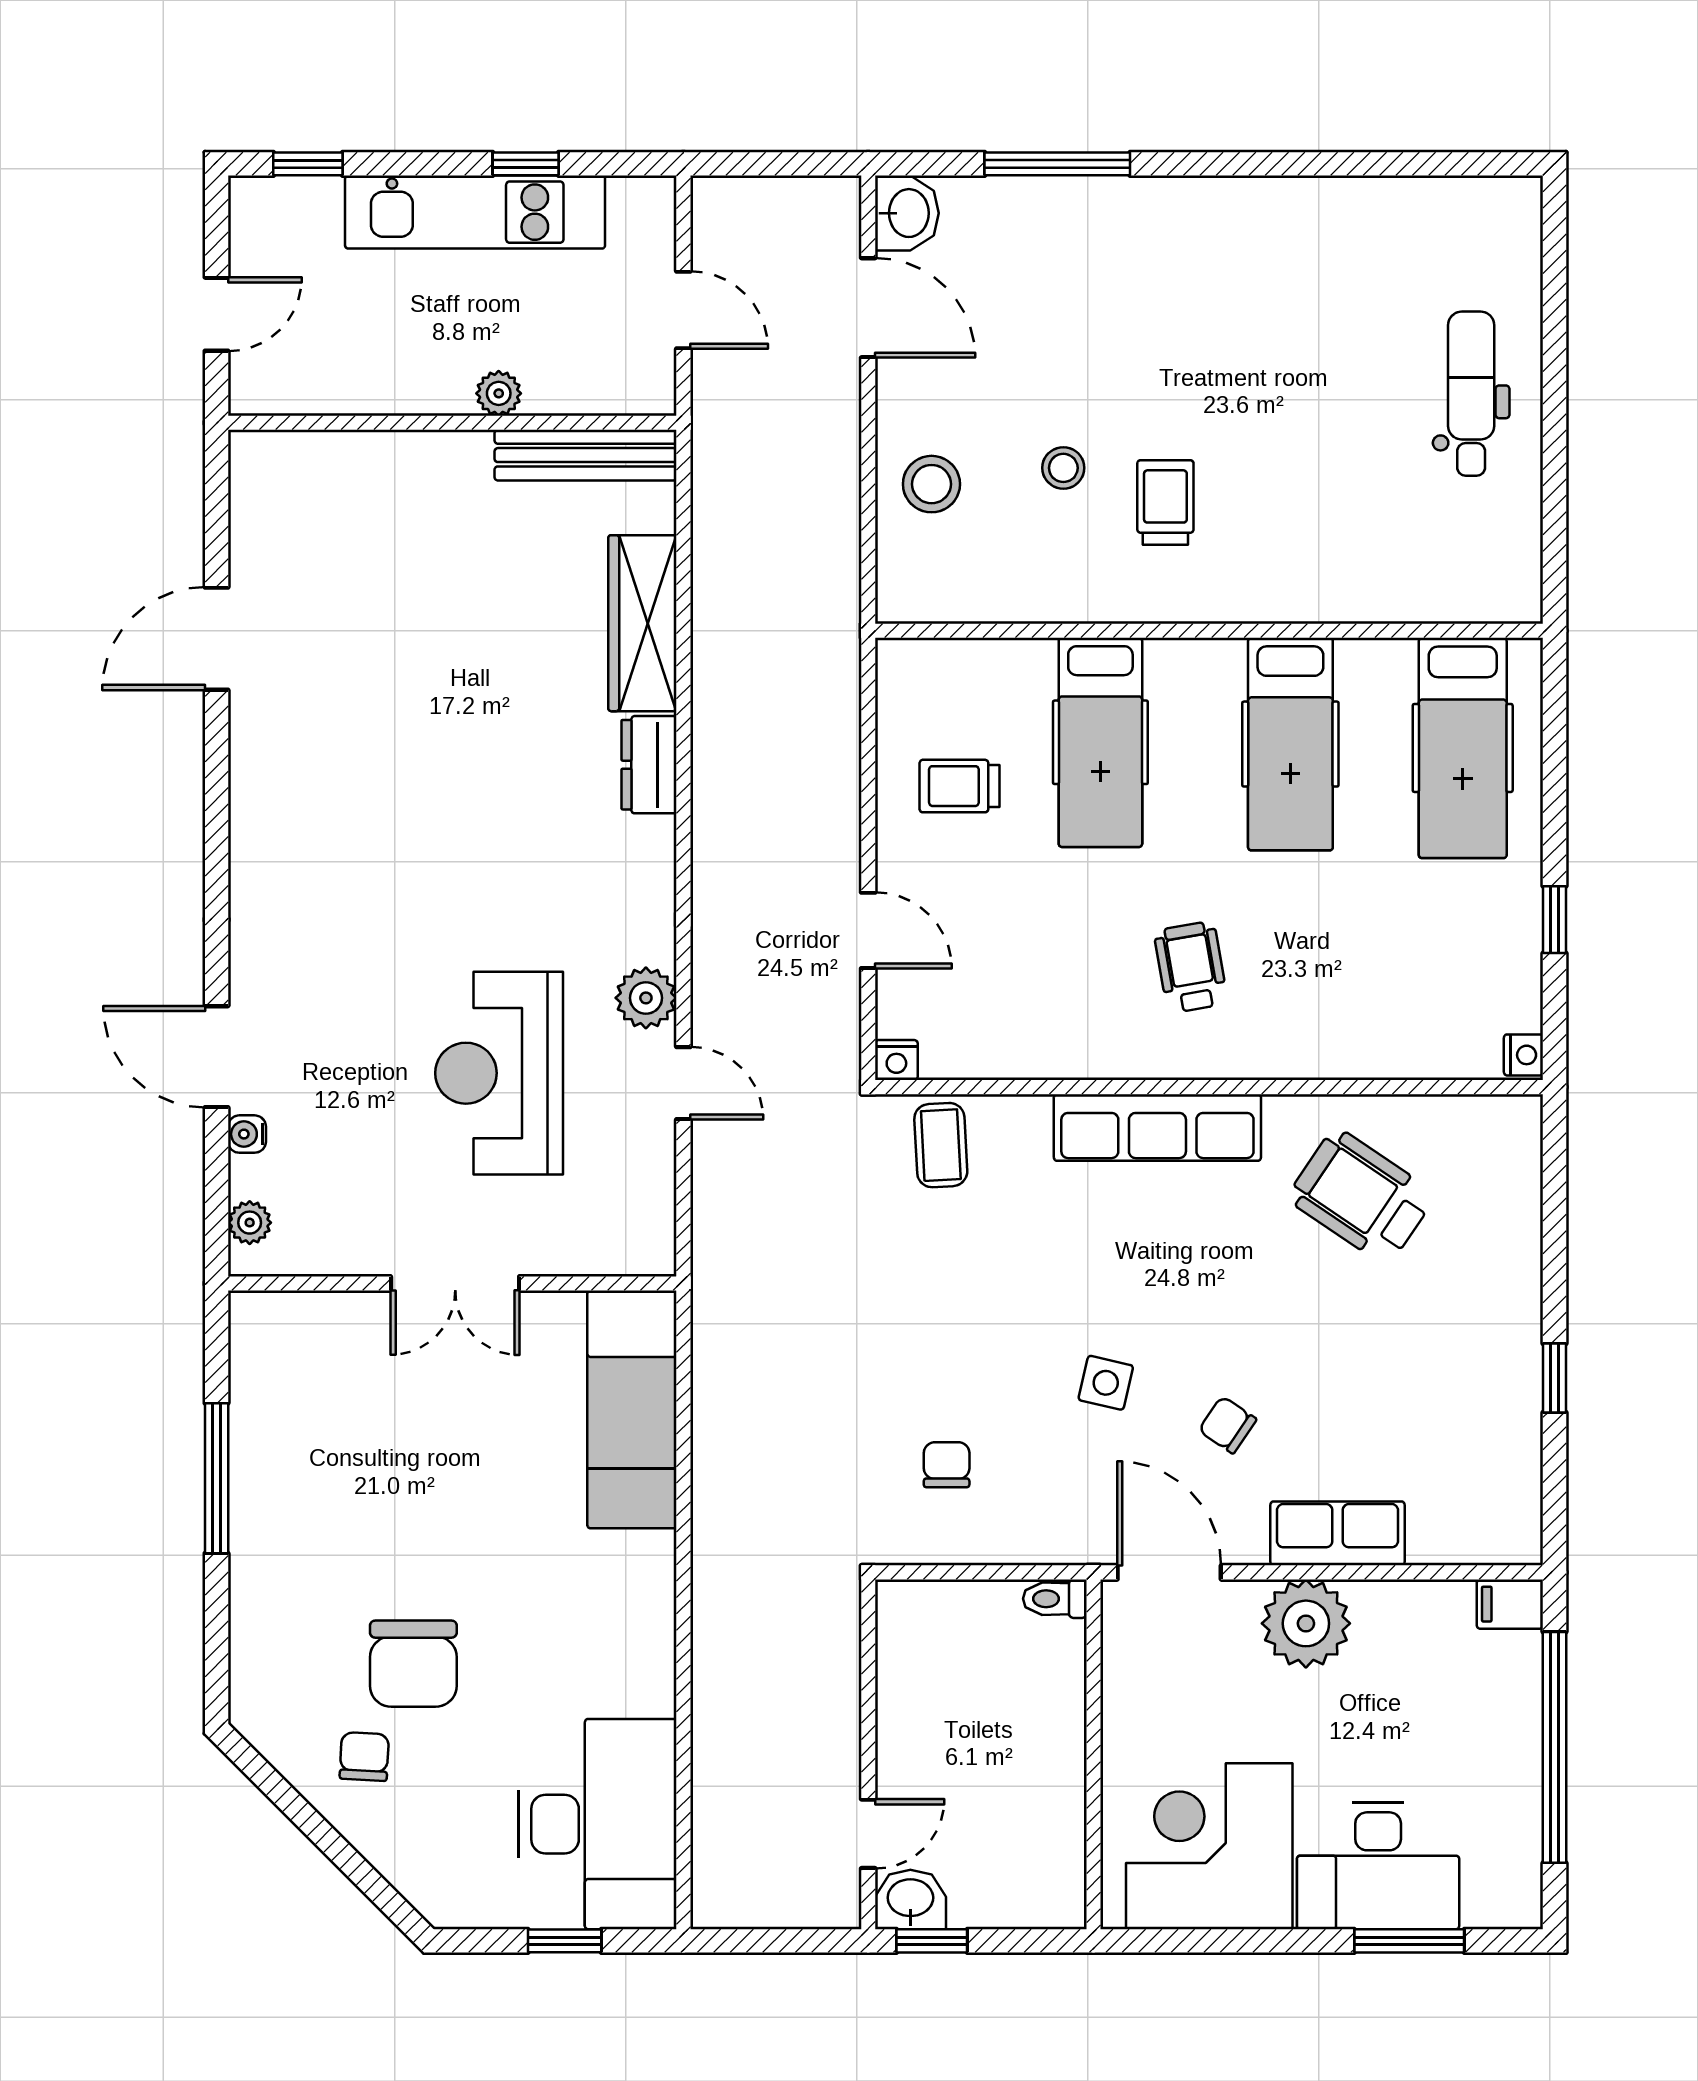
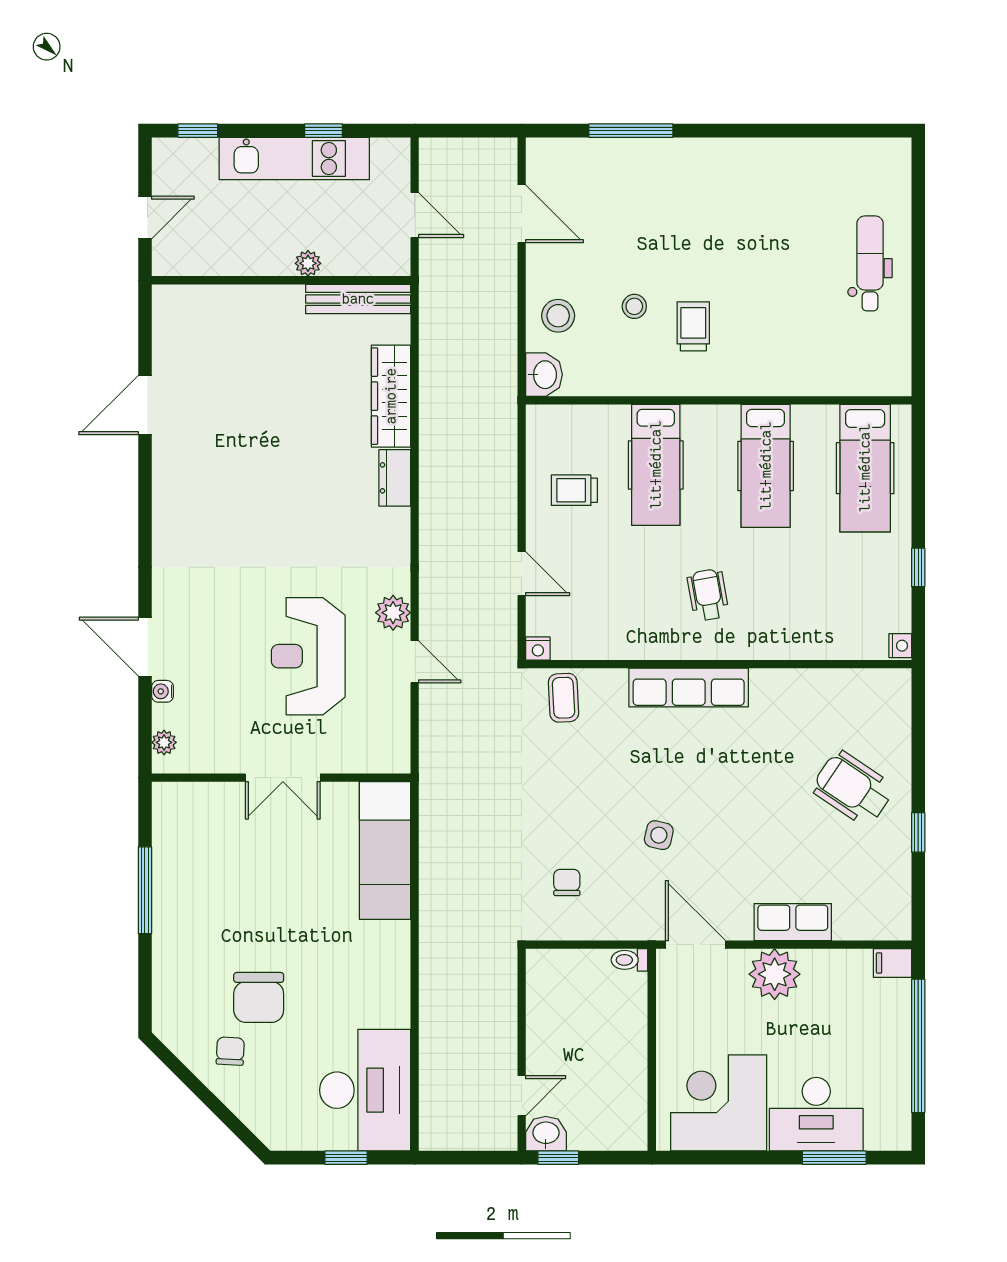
washbasin: (907, 213) -> (544, 375), moved
wheelchair: (1361, 1196) -> (853, 788), moved
chair: (1227, 1425) -> (729, 859), removed

